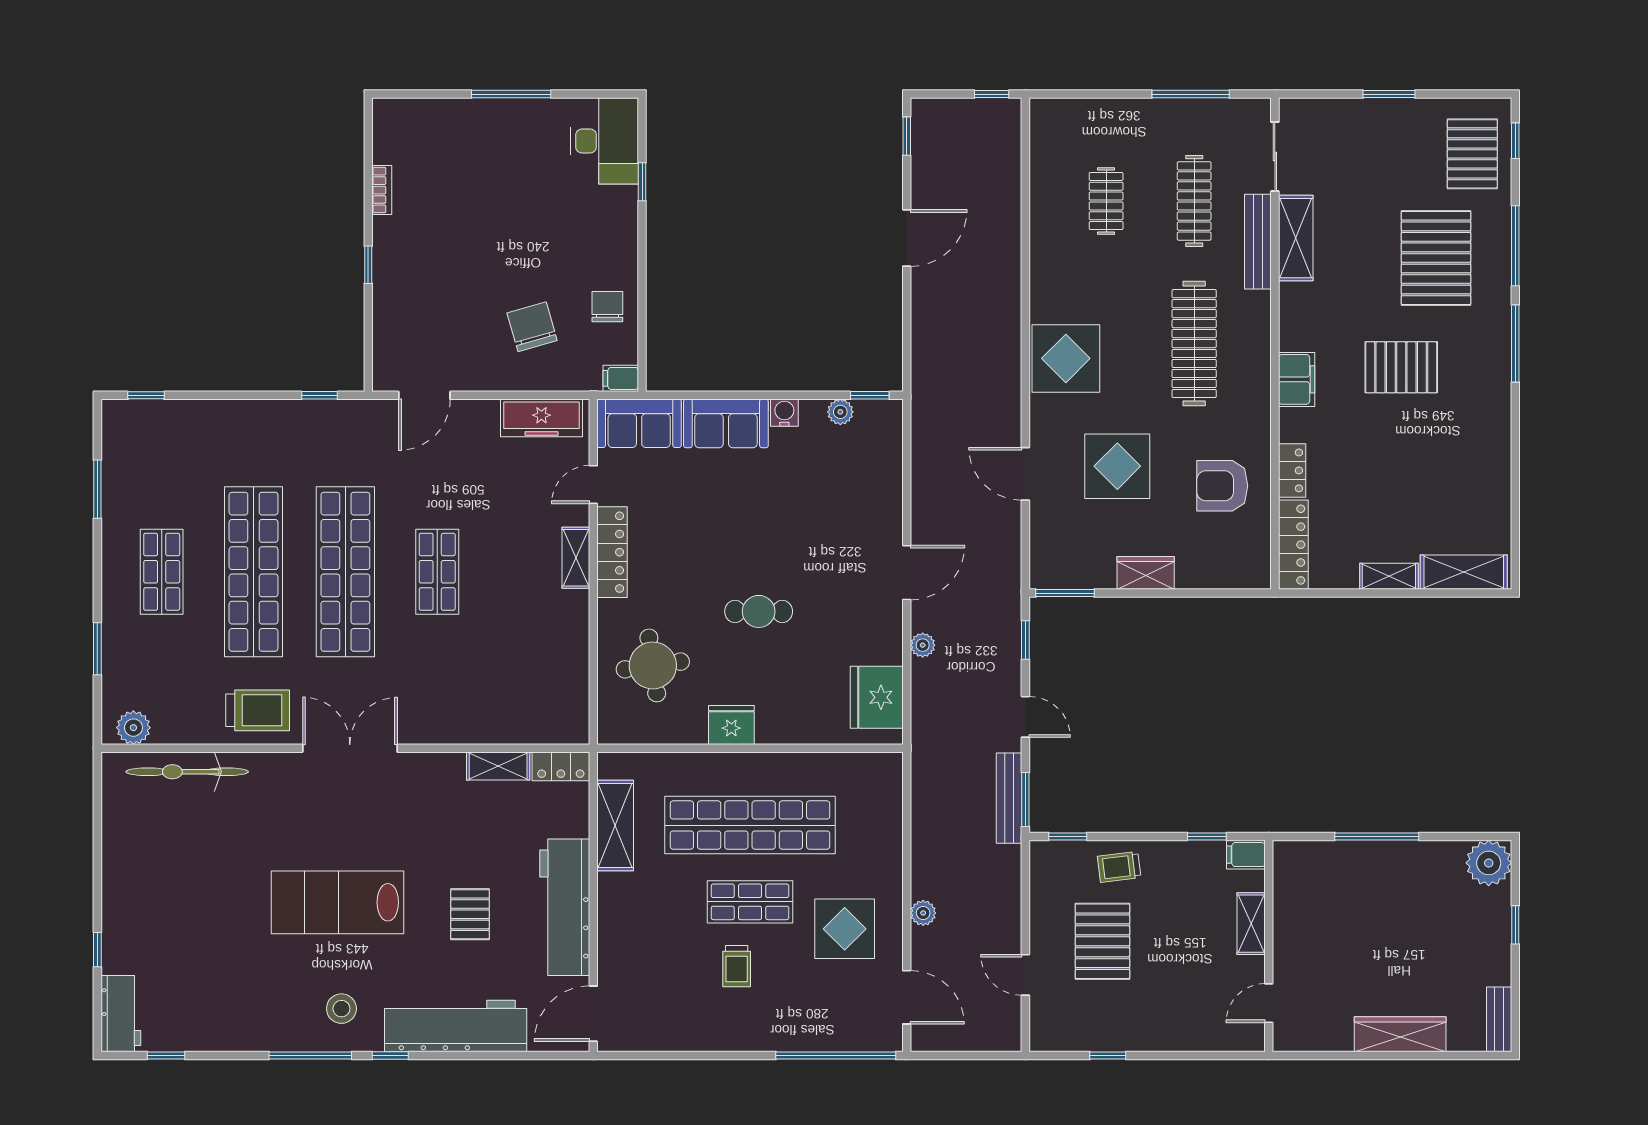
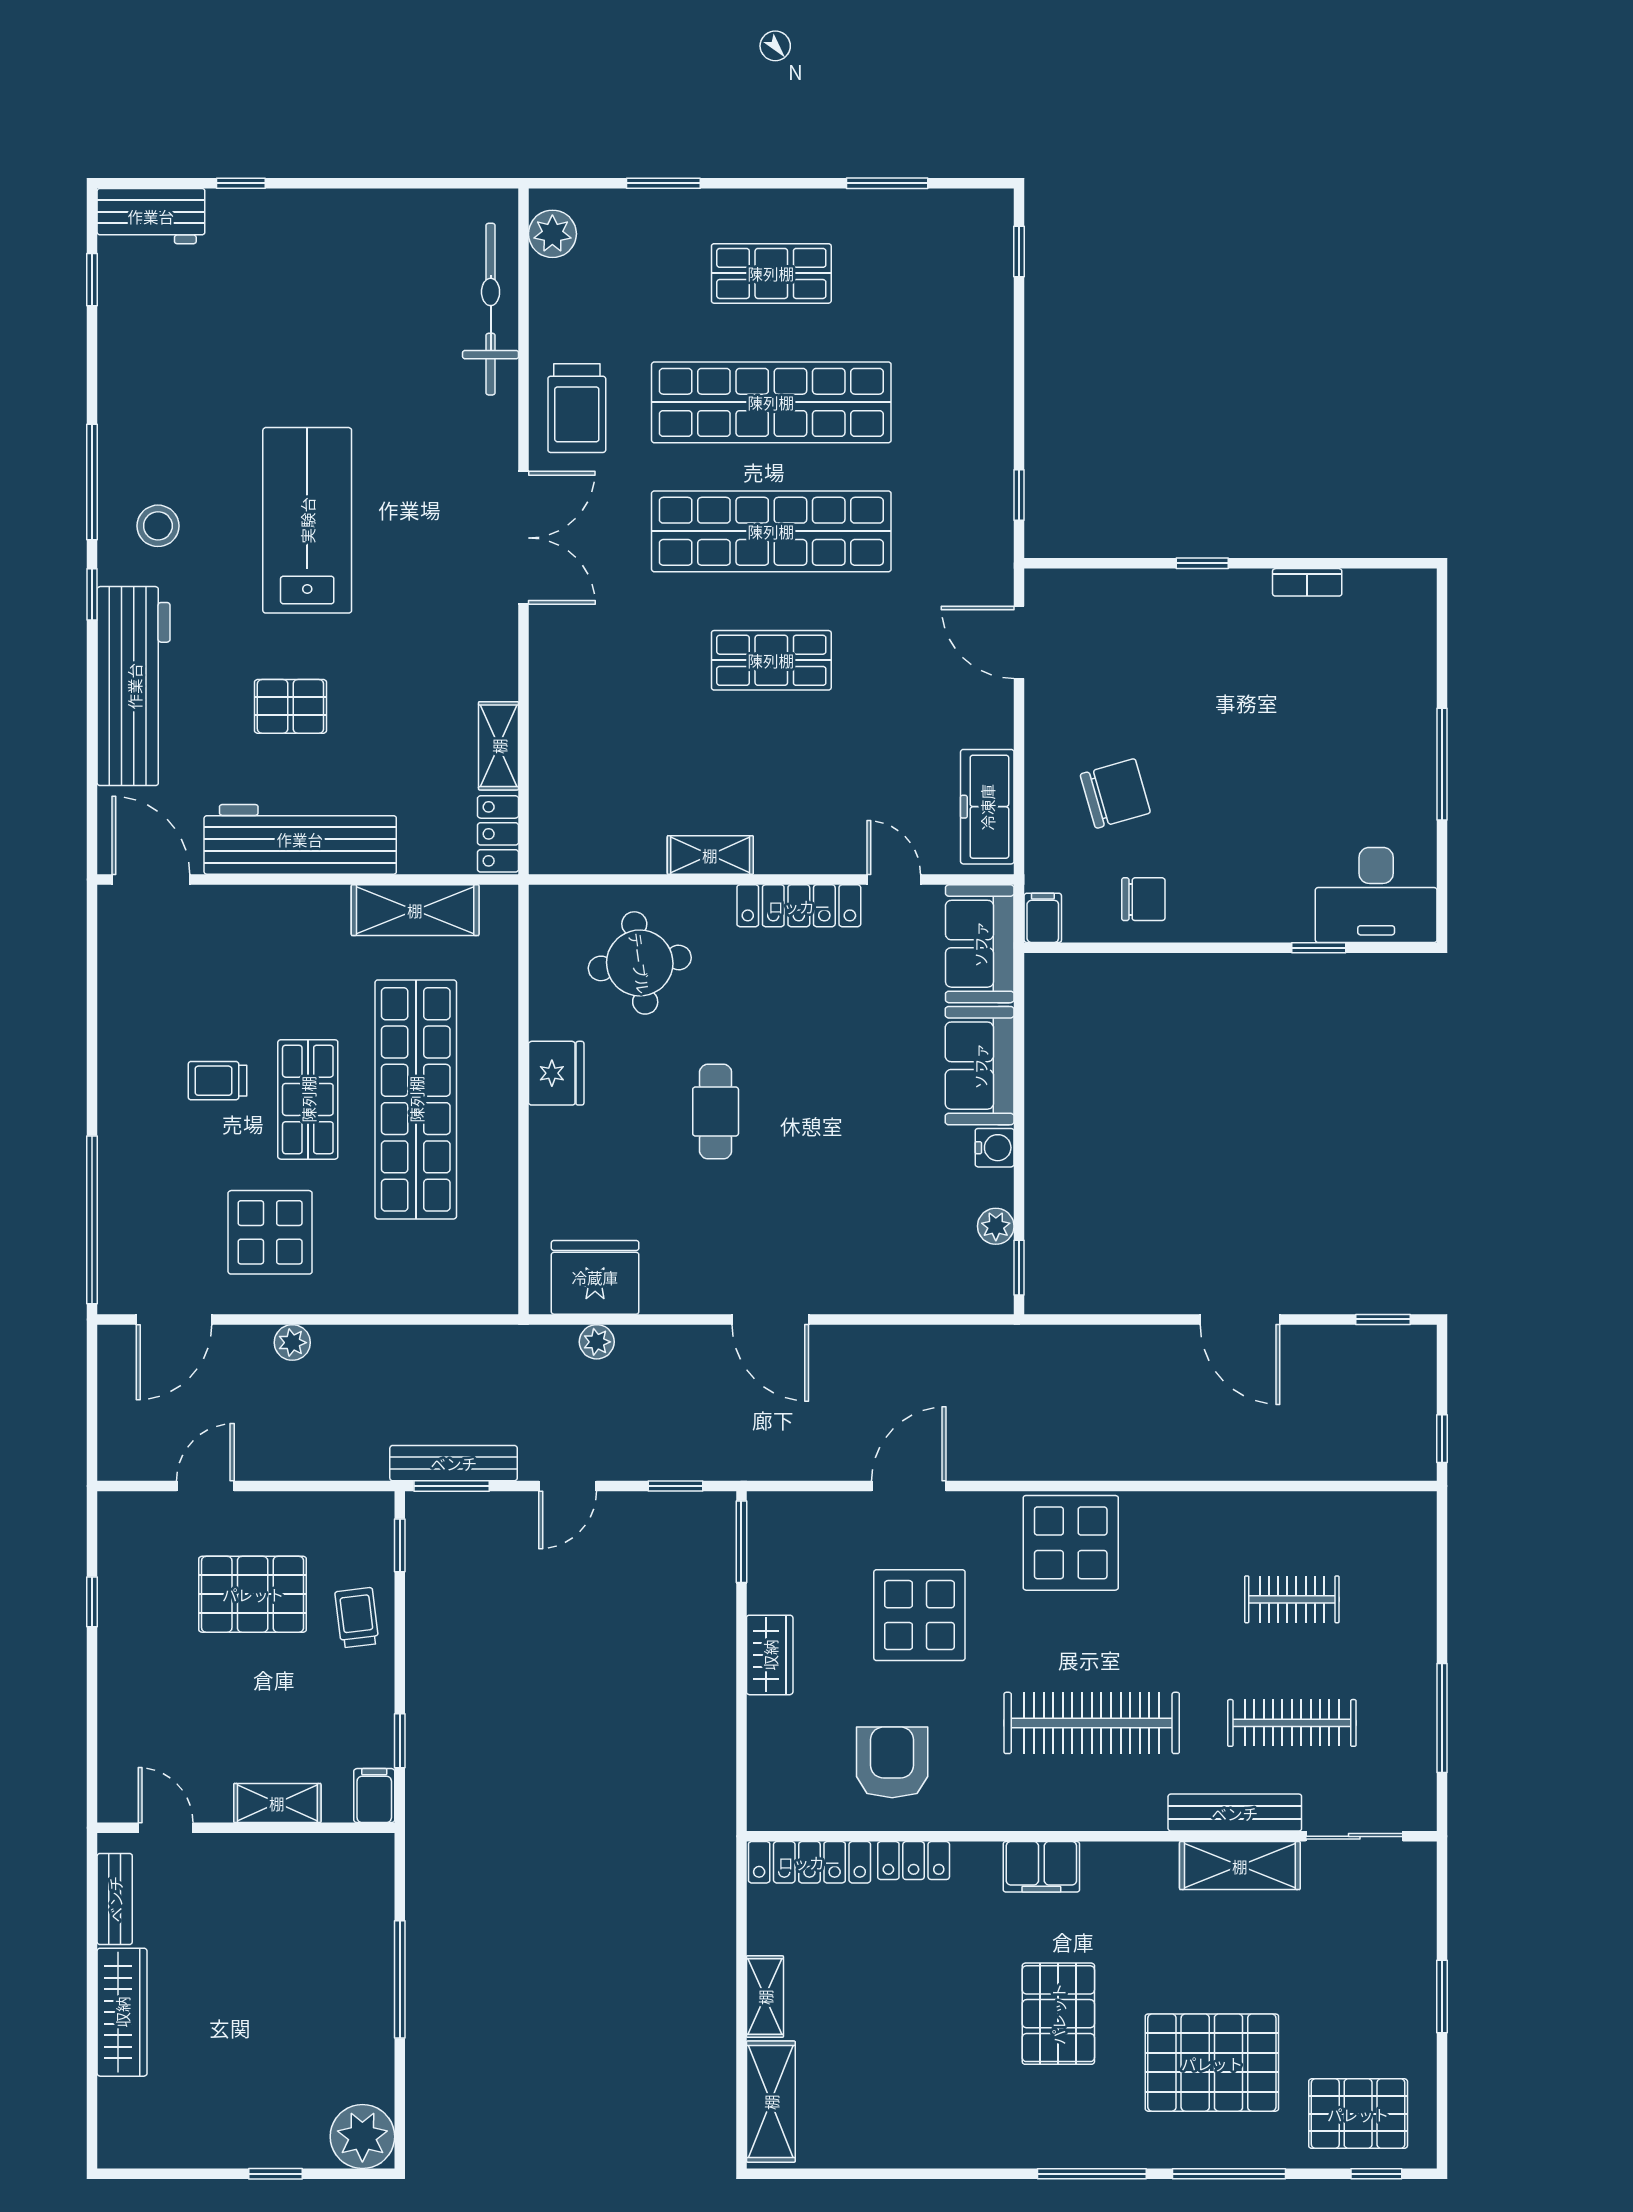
shelving: (576, 558) -> (710, 855), moved
plant: (923, 645) -> (597, 1342), moved
bench: (1499, 1019) -> (115, 1899), moved, turned 90

